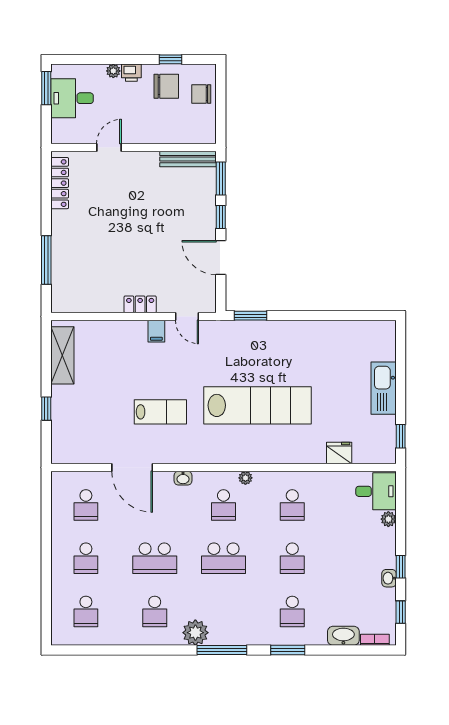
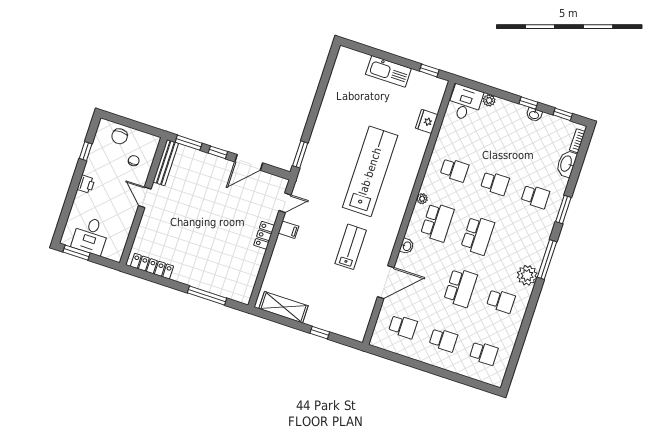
plant: (113, 71) -> (80, 197), removed
chair: (166, 86) -> (134, 161), moved, width x0.54, depth x0.54
door: (109, 148) -> (145, 197), moved
school desk: (223, 505) -> (437, 222), width x1.85

